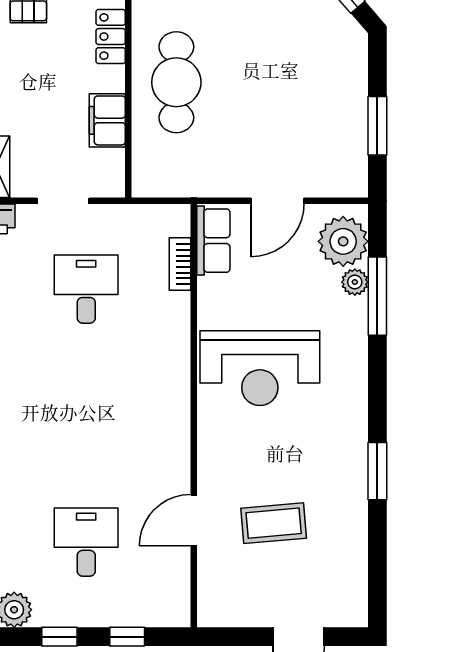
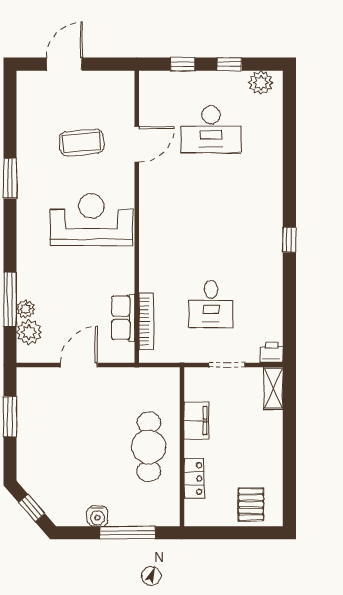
row of seats: (213, 241) -> (123, 318), moved
plant: (343, 241) -> (29, 332), width x0.73, depth x0.73
bookcase: (180, 264) -> (146, 321), width x1.56
reception desk: (260, 368) -> (91, 219), moved
desk: (86, 542) -> (211, 129), width x1.37

